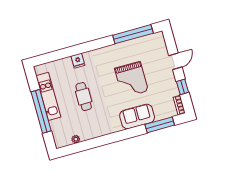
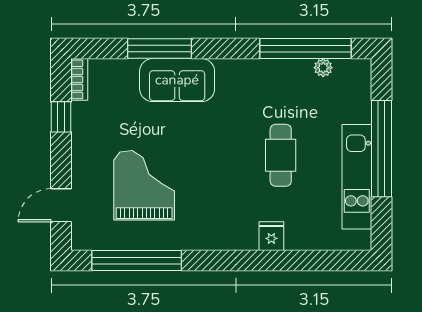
door: (175, 61) -> (61, 205), moved
grand piano: (131, 80) -> (144, 185), moved
window: (160, 125) -> (159, 49), moved
window: (86, 145) -> (306, 49), added

